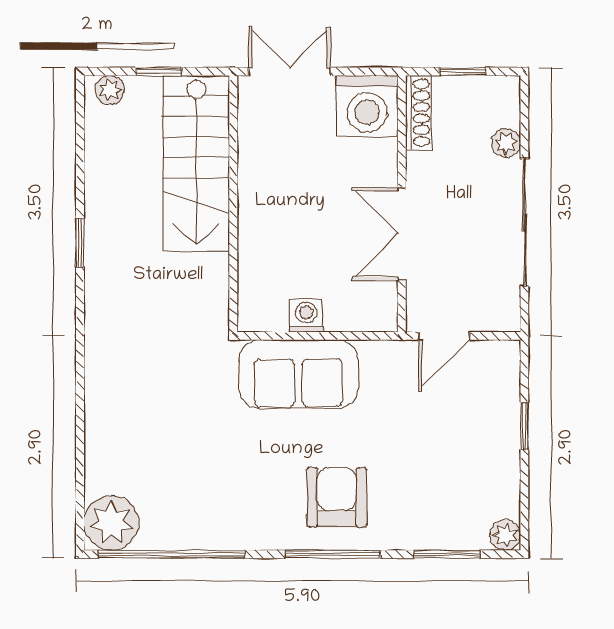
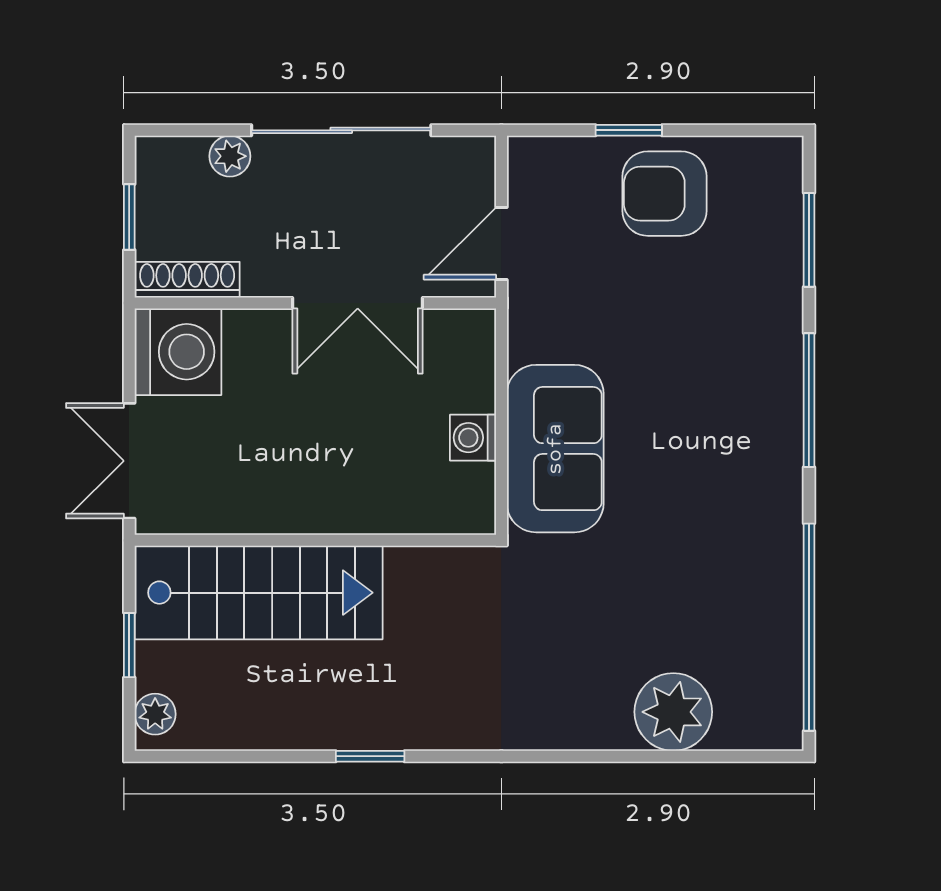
door: (444, 336) -> (501, 243), swing flipped
armchair: (337, 497) -> (664, 194), moved
plant: (111, 523) -> (673, 712), moved
plant: (505, 535) -> (782, 157), removed

